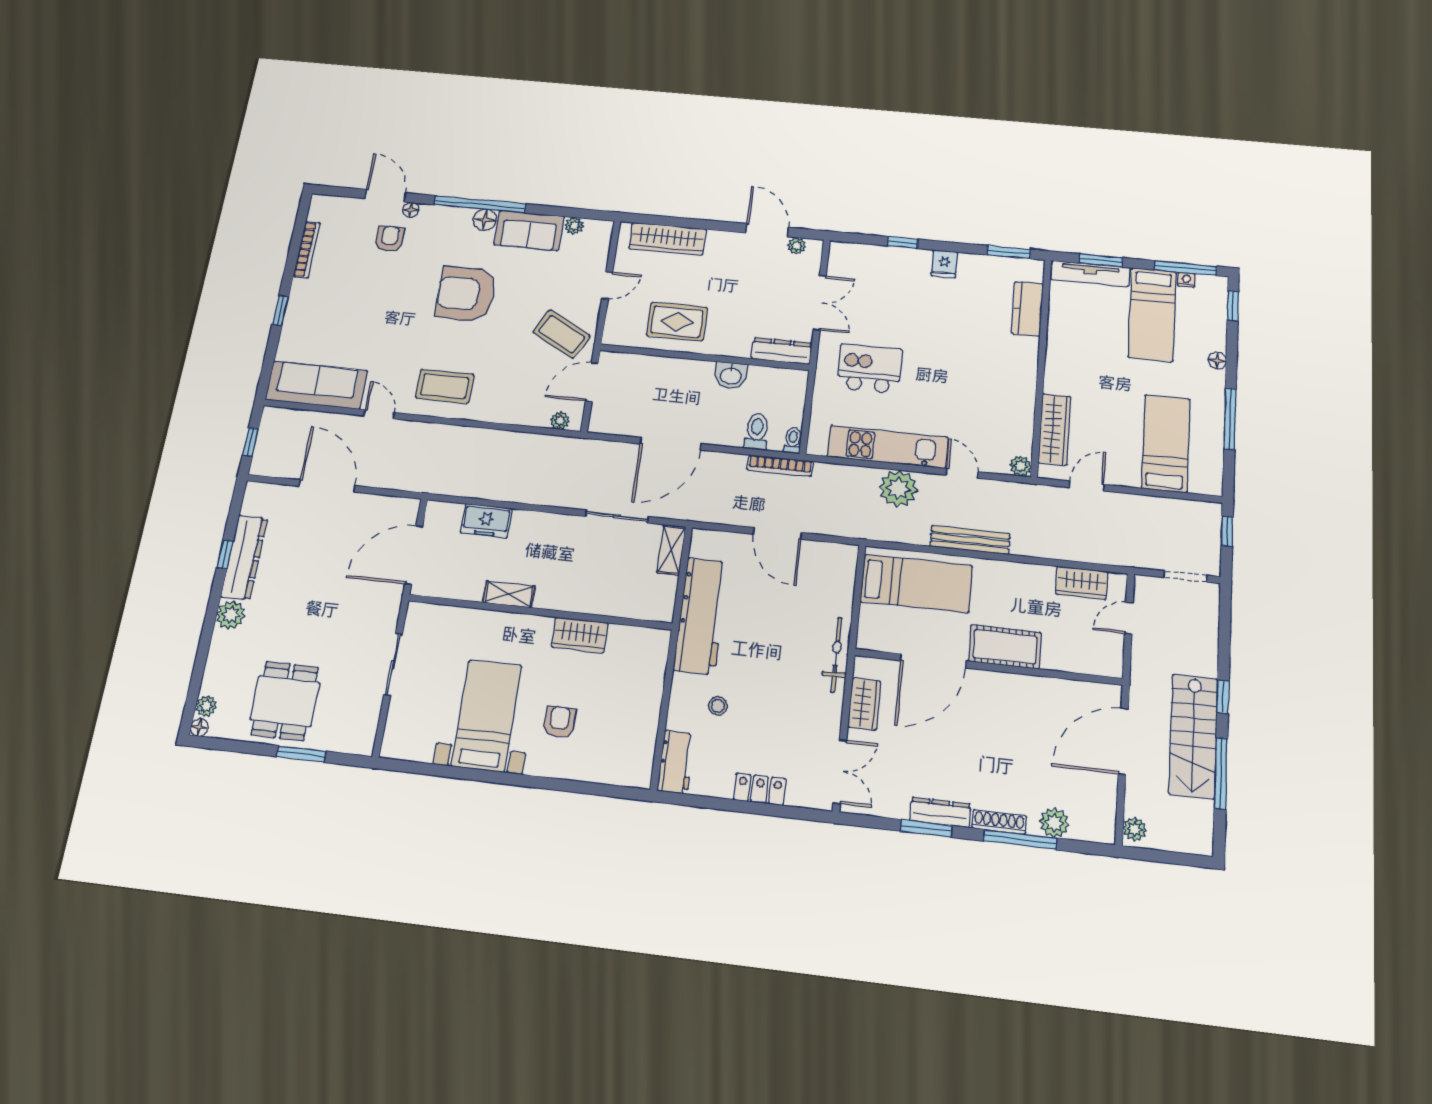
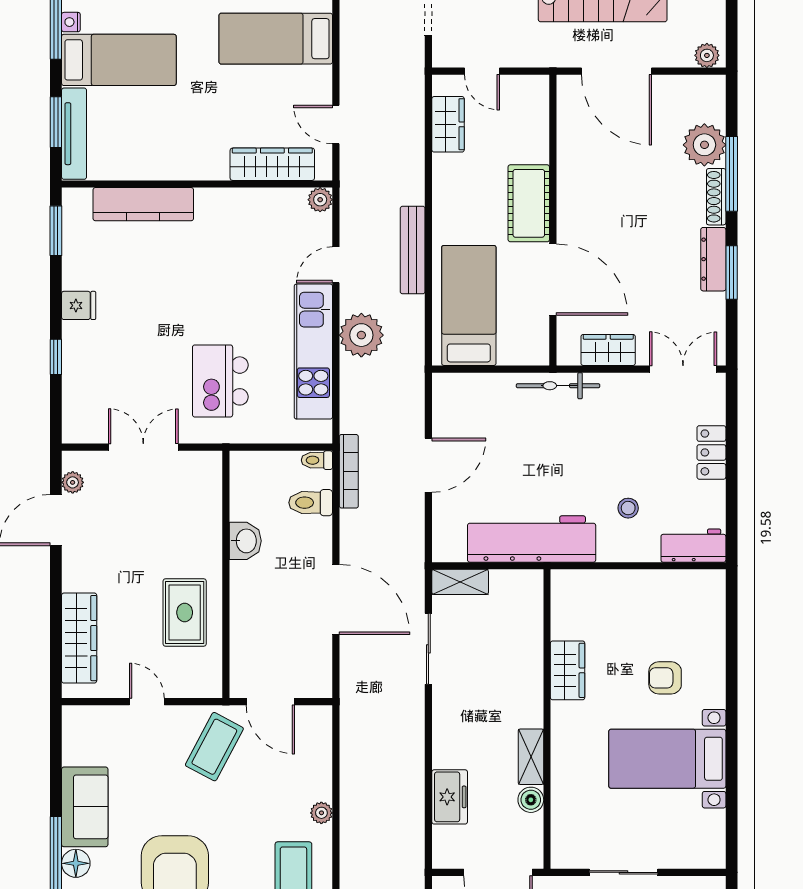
plant: (574, 226) -> (73, 753), removed
kitchen counter: (1027, 309) -> (143, 204), width x1.50
dresser: (782, 351) -> (209, 485), removed
plant: (560, 421) -> (321, 813), moved
boiler: (471, 590) -> (531, 800), added
plant: (1054, 823) -> (704, 145), width x1.36, depth x1.36

